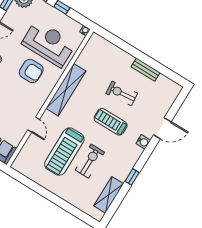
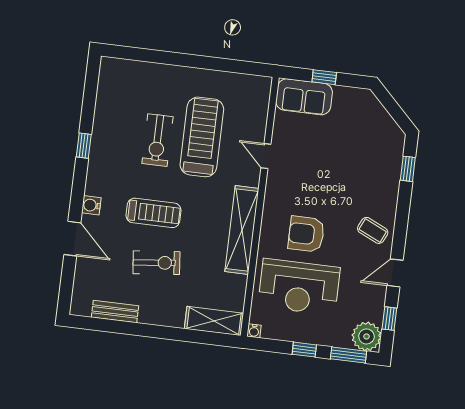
bench: (146, 70) -> (115, 312), moved
door: (162, 128) -> (72, 239), swing flipped
shelving: (109, 195) -> (214, 321), moved, turned 90

